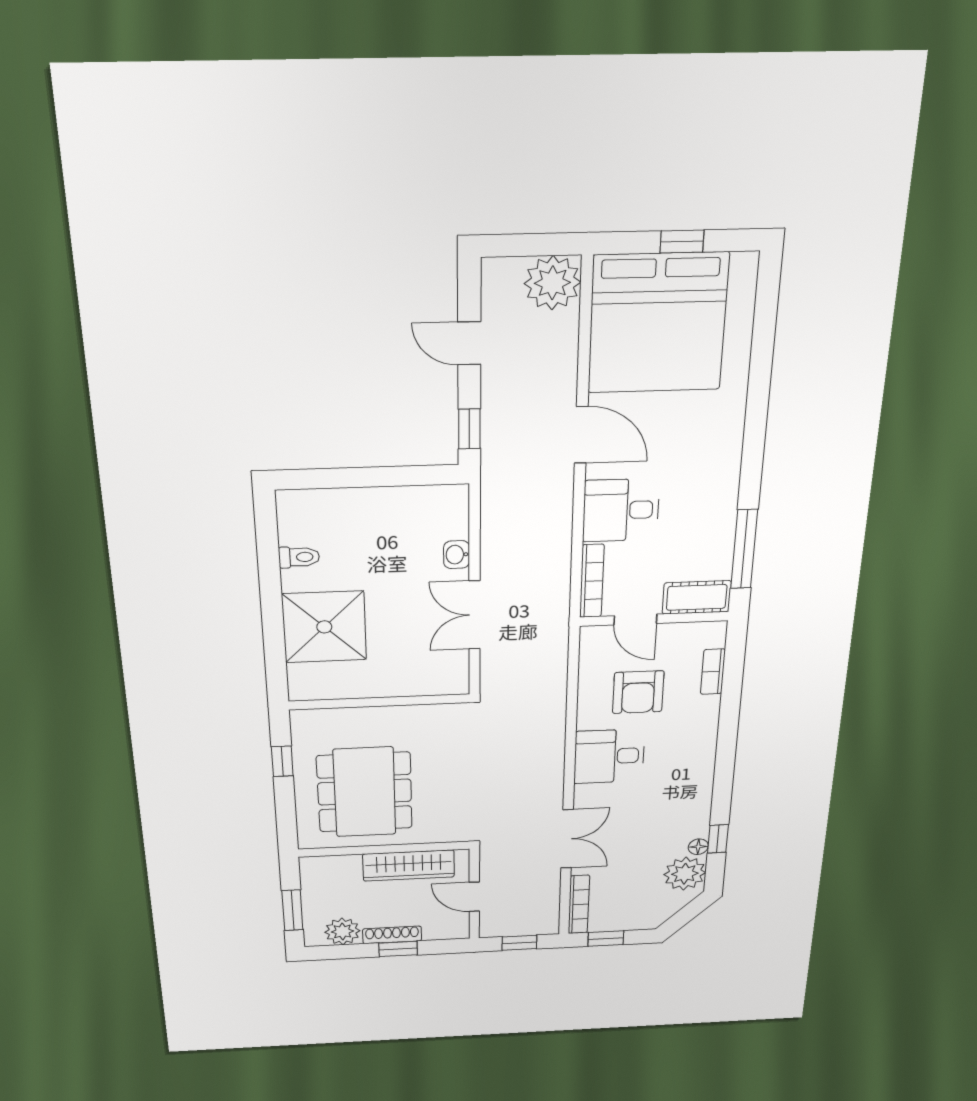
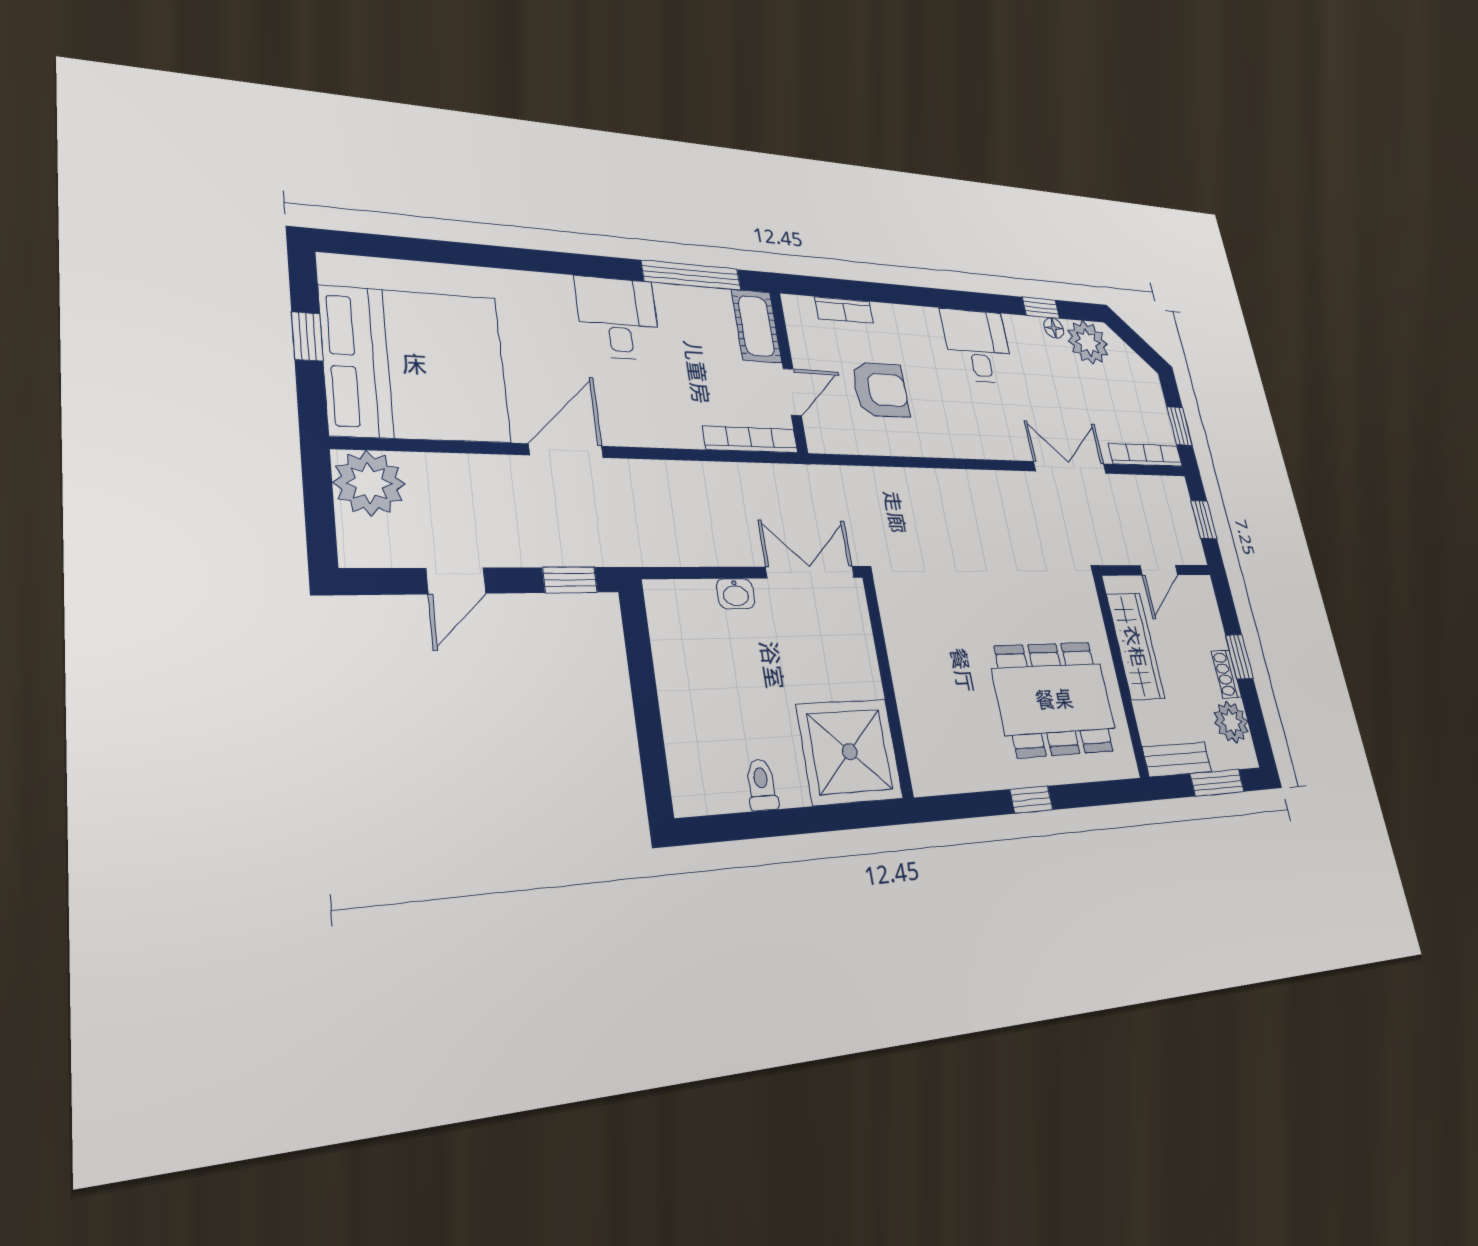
desk: (621, 510) -> (618, 318), moved, turned 180
double door: (475, 615) -> (810, 572), swing flipped
wall: (379, 702) -> (888, 685), moved
desk: (609, 756) -> (978, 346), moved, turned 180
bench: (312, 882) -> (1177, 759), added
shoe rack: (392, 935) -> (1226, 674), width x0.70

